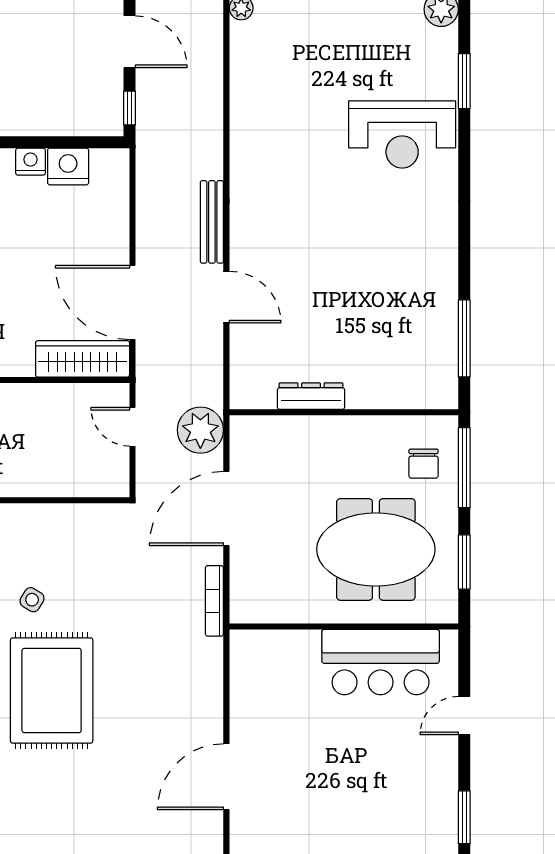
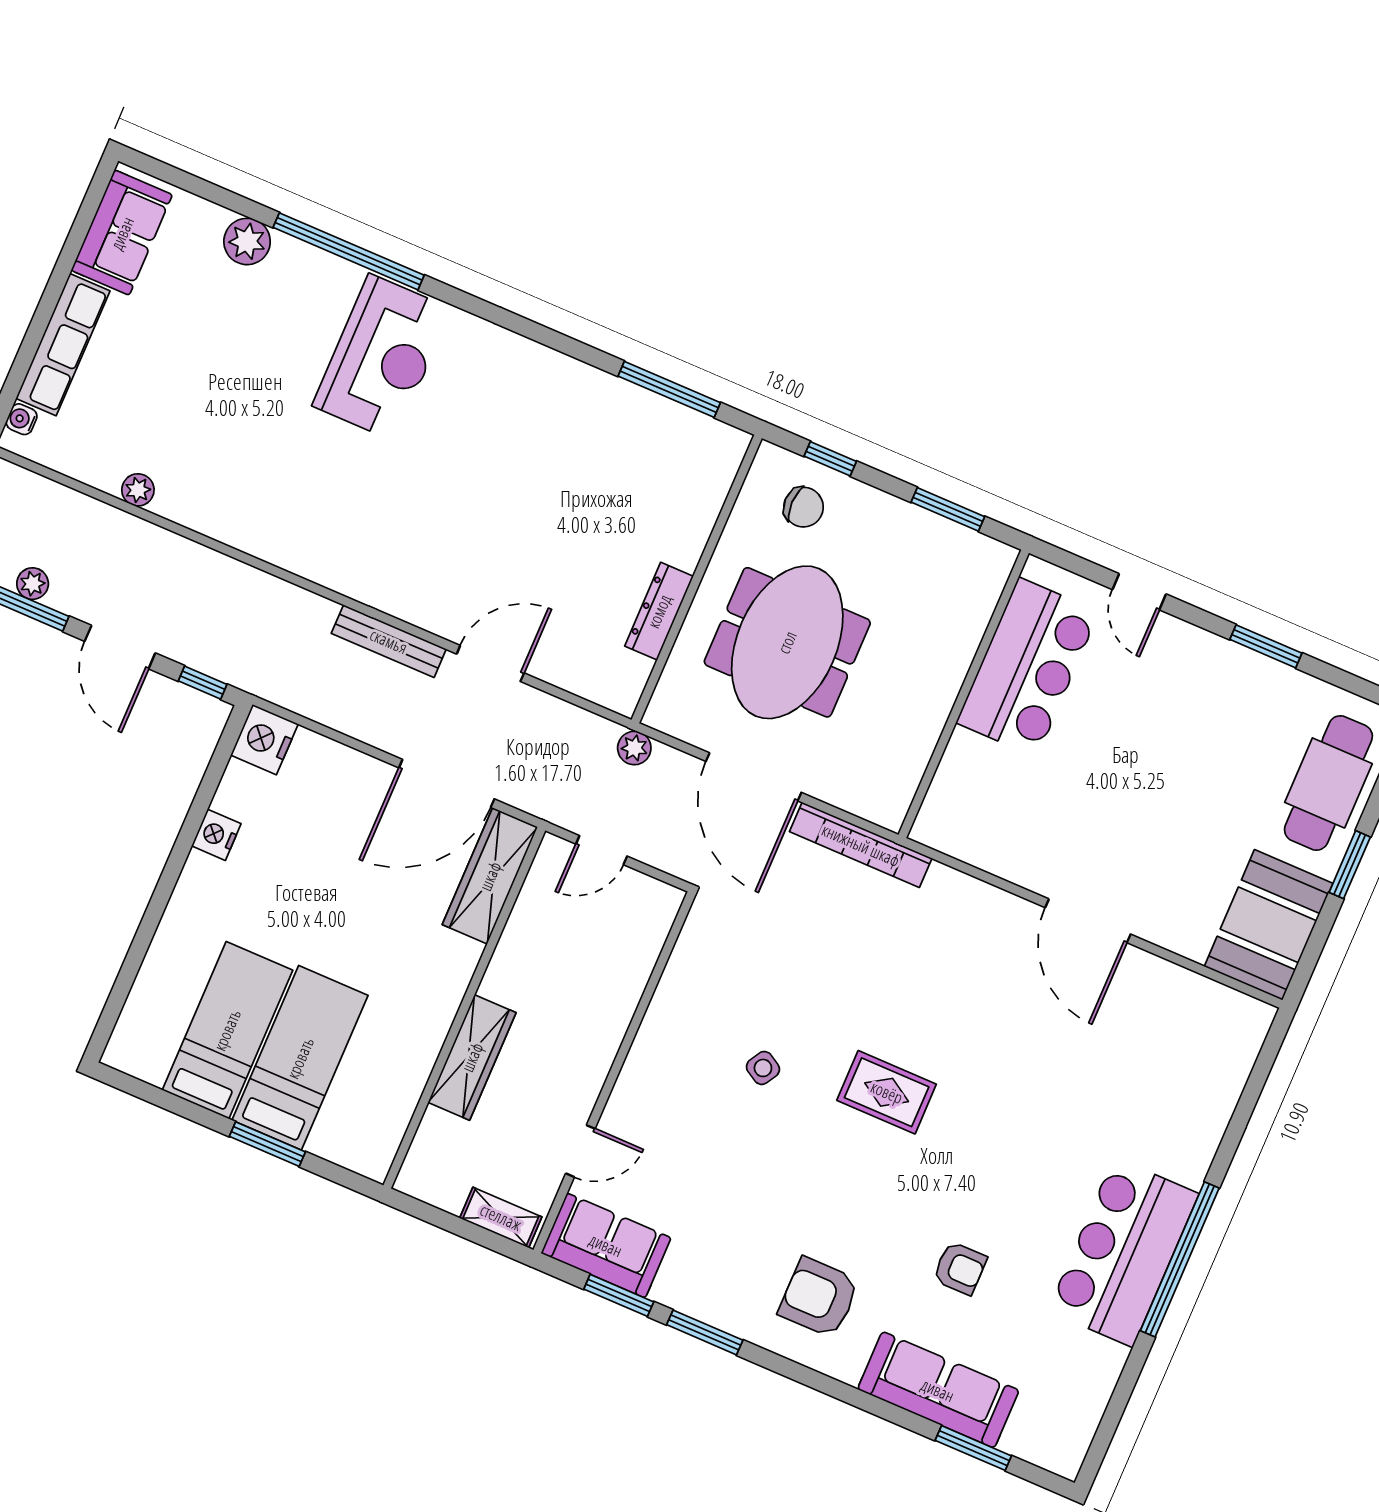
door: (130, 42) -> (120, 647), swing flipped
window: (464, 81) -> (349, 251), width x2.11
nightstand: (68, 166) -> (264, 740), moved
plant: (200, 430) -> (634, 748), width x0.53, depth x0.53
window: (464, 468) -> (830, 459), width x0.46
meeting table: (376, 549) -> (787, 642), moved
bookcase: (214, 601) -> (861, 845), width x1.48, depth x1.31
rug: (52, 690) -> (887, 1092), width x0.54, depth x0.49

